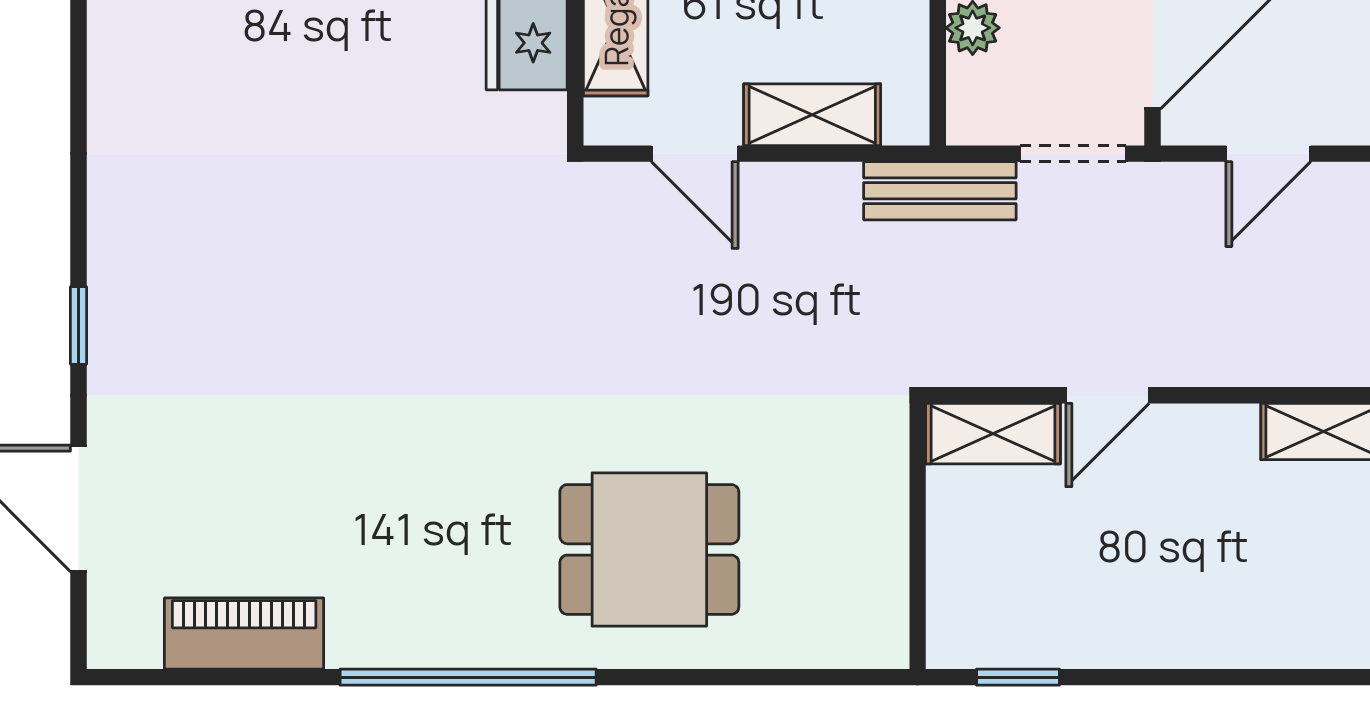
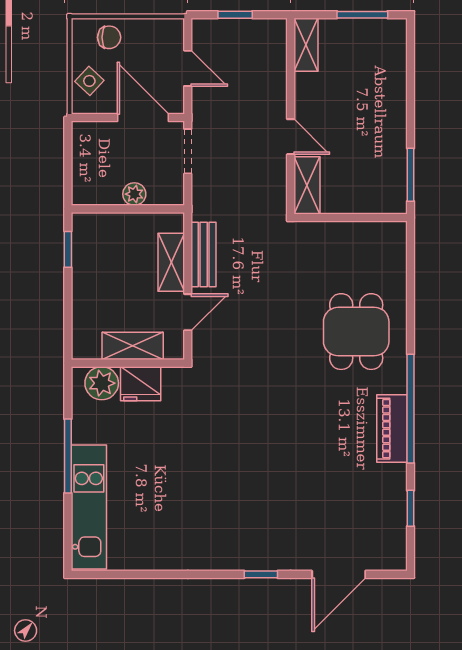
bench: (940, 191) -> (204, 254), moved
piano: (244, 633) -> (392, 429), moved
window: (234, 677) -> (411, 508), added
window: (1018, 677) -> (411, 175), width x1.50

